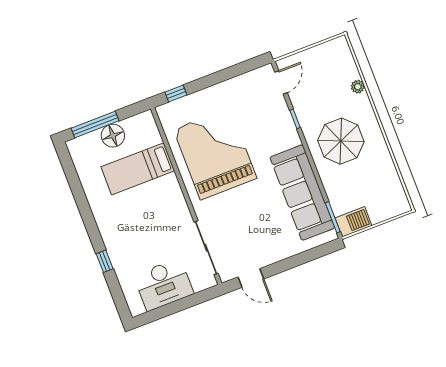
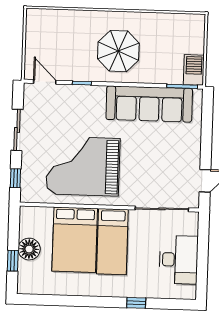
sliding door: (223, 75) -> (17, 130), added
plant: (358, 87) -> (77, 16), removed
window: (95, 124) -> (13, 261), width x0.46
bed: (138, 169) -> (75, 240), width x1.50
bed: (154, 213) -> (112, 242), added

